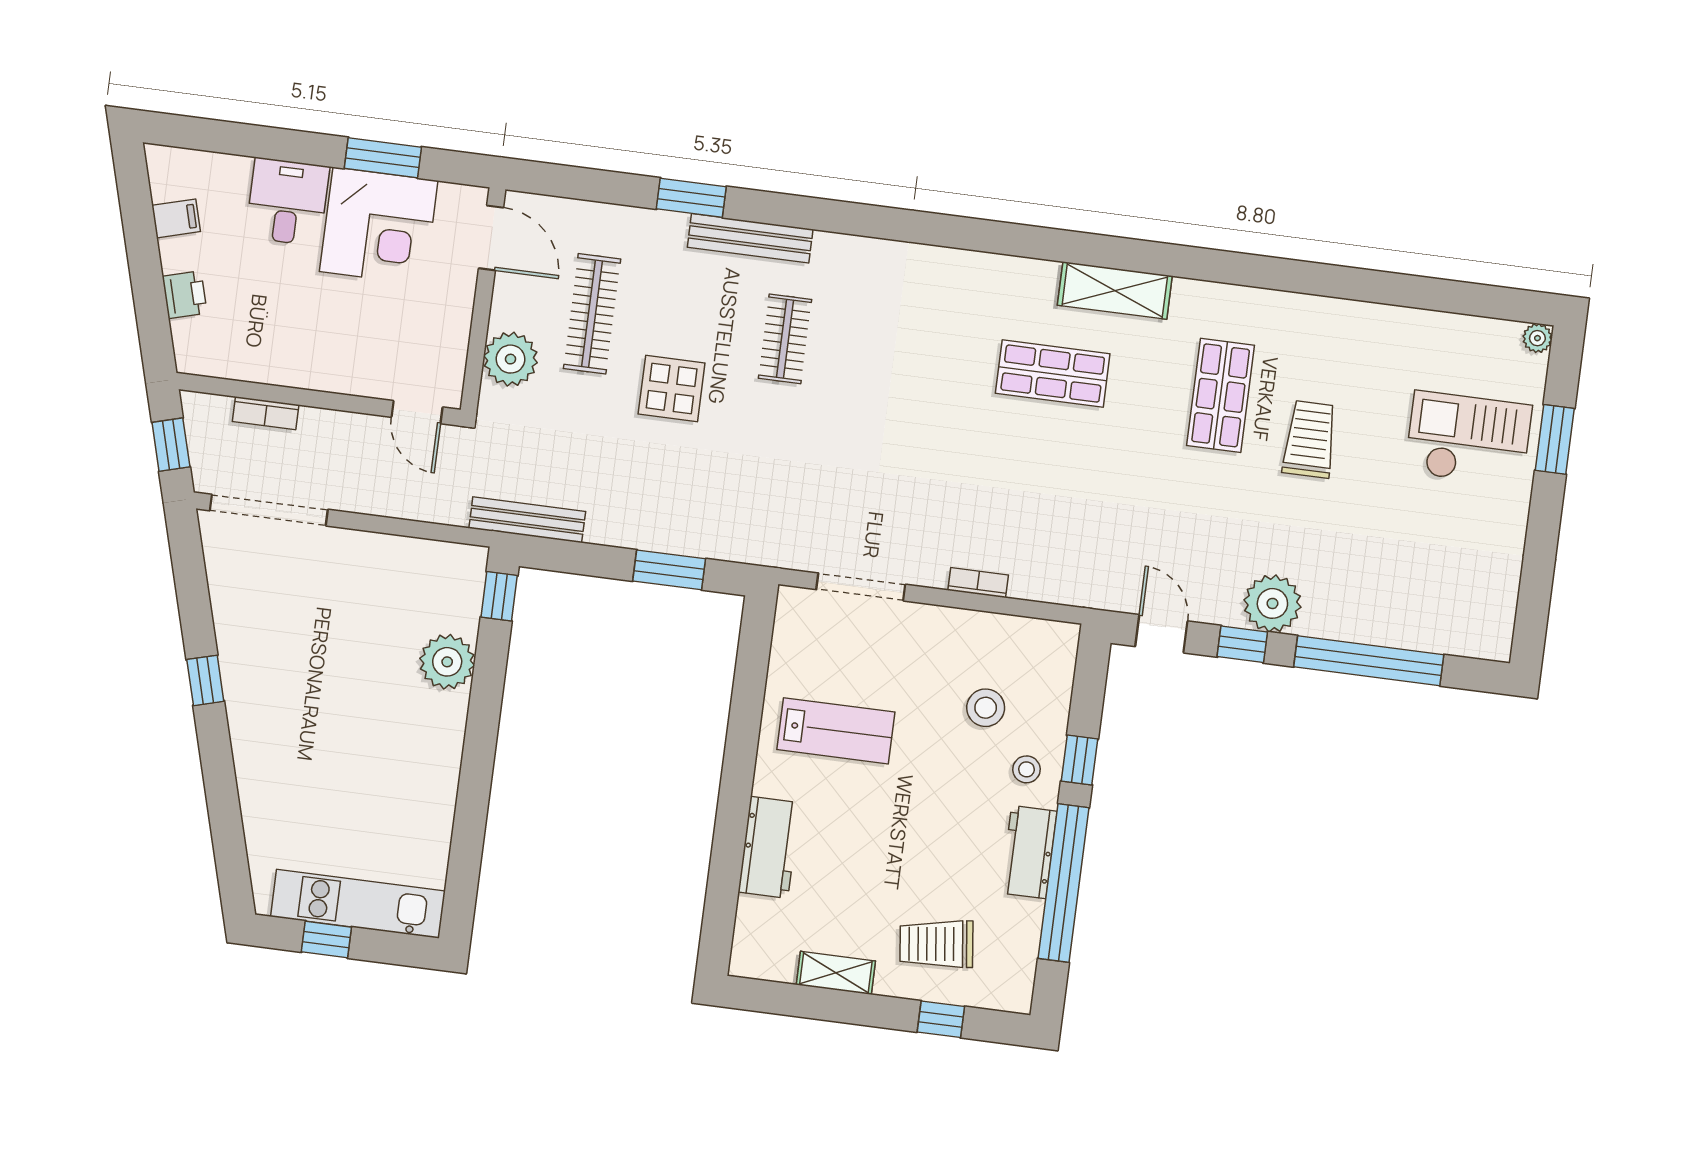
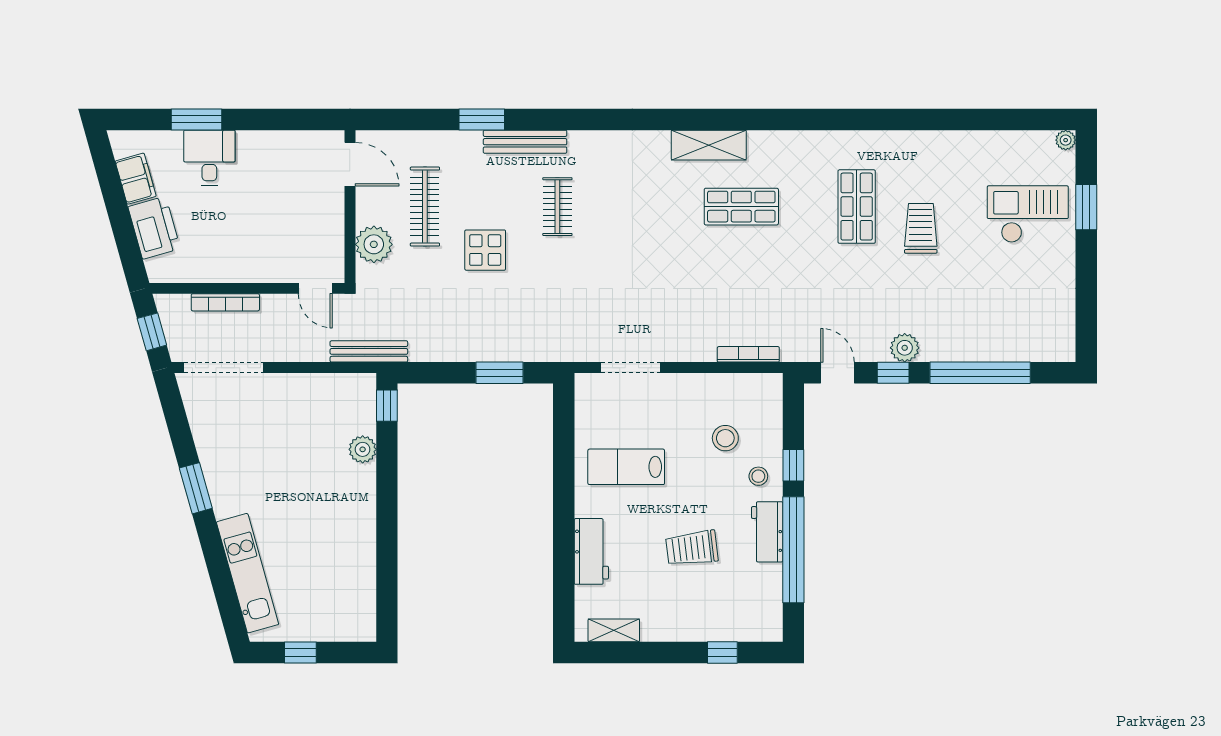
window: (383, 158) -> (196, 119), moved
filing cabinet: (176, 218) -> (136, 179), width x2.00
corner desk: (379, 226) -> (273, 166), removed
shelving: (1115, 291) -> (709, 145), moved
printer: (185, 295) -> (154, 228), width x1.87, depth x1.48
bookcase: (266, 413) -> (225, 302), width x1.56
bench: (527, 520) -> (369, 351), moved
bookcase: (978, 583) -> (748, 354), moved, width x1.56
plant: (1272, 603) -> (905, 348), width x0.73, depth x0.73
plant: (447, 662) -> (363, 449), width x0.73, depth x0.73
window: (205, 680) -> (196, 488), width x1.50
lab bench: (836, 731) -> (626, 467), turned 180
kitchen unit: (358, 904) -> (248, 573), moved, turned 74
trolley: (936, 944) -> (692, 548), moved
shelving: (836, 973) -> (614, 630), moved

